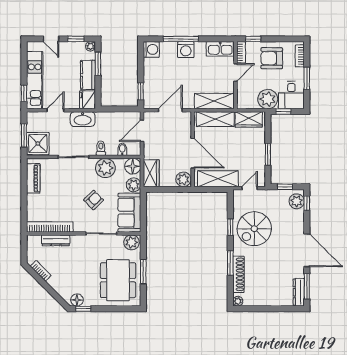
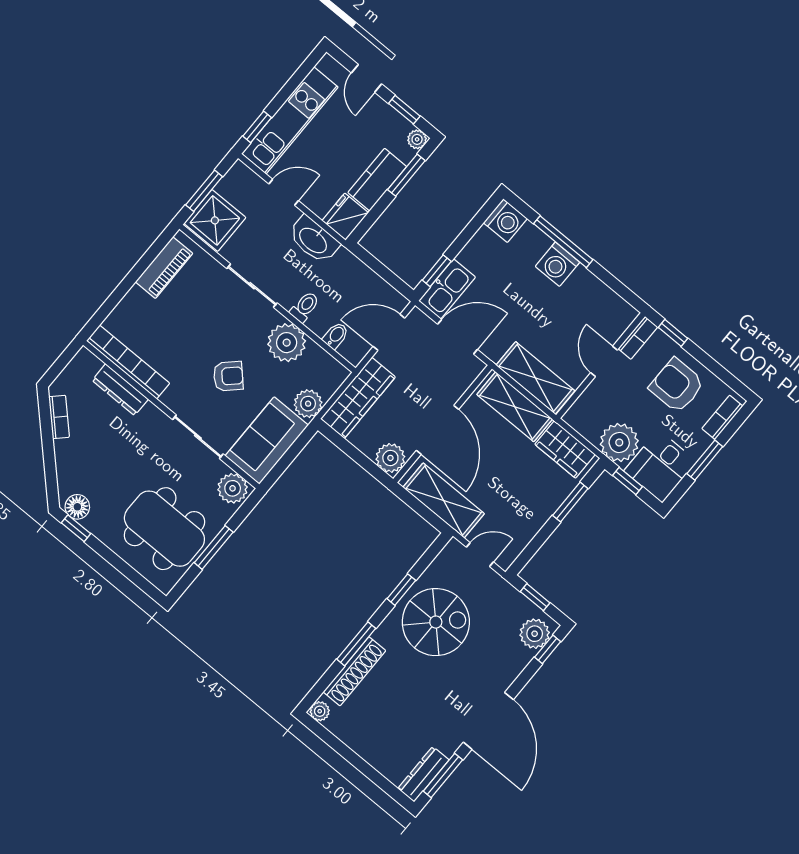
kitchen sink: (220, 49) -> (447, 289), moved, turned -90
door: (235, 72) -> (604, 361), swing flipped
window: (268, 154) -> (570, 502), moved
floor lamp: (133, 166) -> (330, 374), removed
wardrobe: (151, 173) -> (358, 398), width x1.50
spiral stairs: (254, 229) -> (436, 622), turned 180
dining table: (118, 280) -> (164, 529), turned 90

